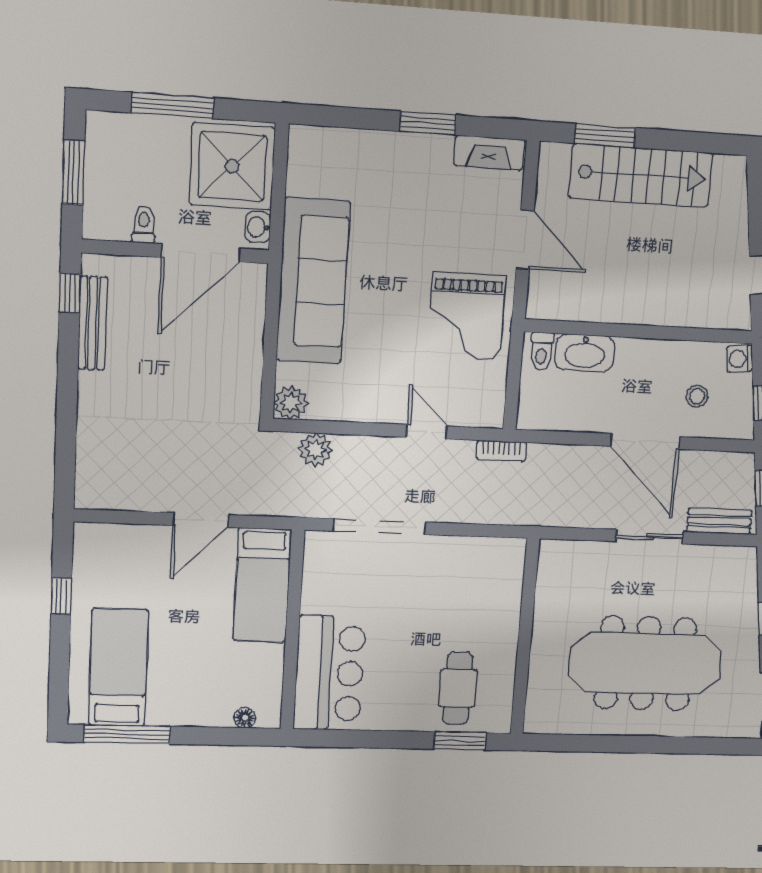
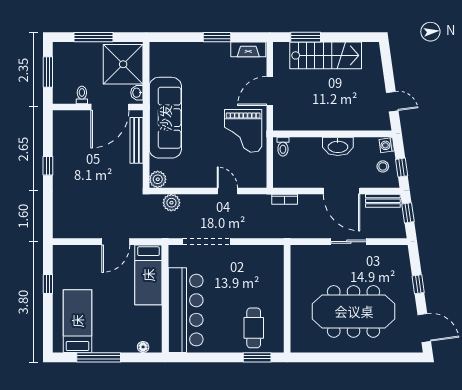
door: (525, 240) -> (270, 91), swing flipped
window: (70, 293) -> (48, 166), moved
bench: (92, 323) -> (137, 140), moved
washbasin: (585, 353) -> (338, 146), moved
stool: (697, 396) -> (383, 166), moved
bookcase: (501, 451) -> (285, 199), moved
bench: (719, 521) -> (383, 201), moved
bar counter: (329, 673) -> (186, 310), width x1.36
window: (127, 734) -> (99, 357), moved

